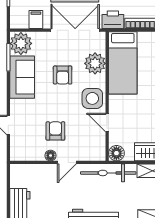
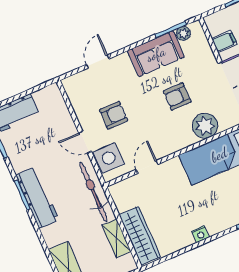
plant: (21, 43) -> (183, 34), width x0.53, depth x0.53
side table: (92, 98) -> (109, 158), moved
floor lamp: (116, 153) -> (119, 191), removed
floor lamp: (51, 156) -> (85, 121), removed

